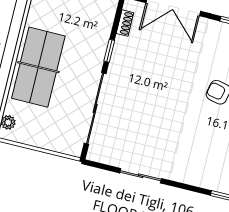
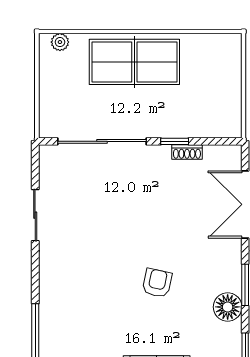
shoe rack: (125, 23) -> (187, 152), moved

